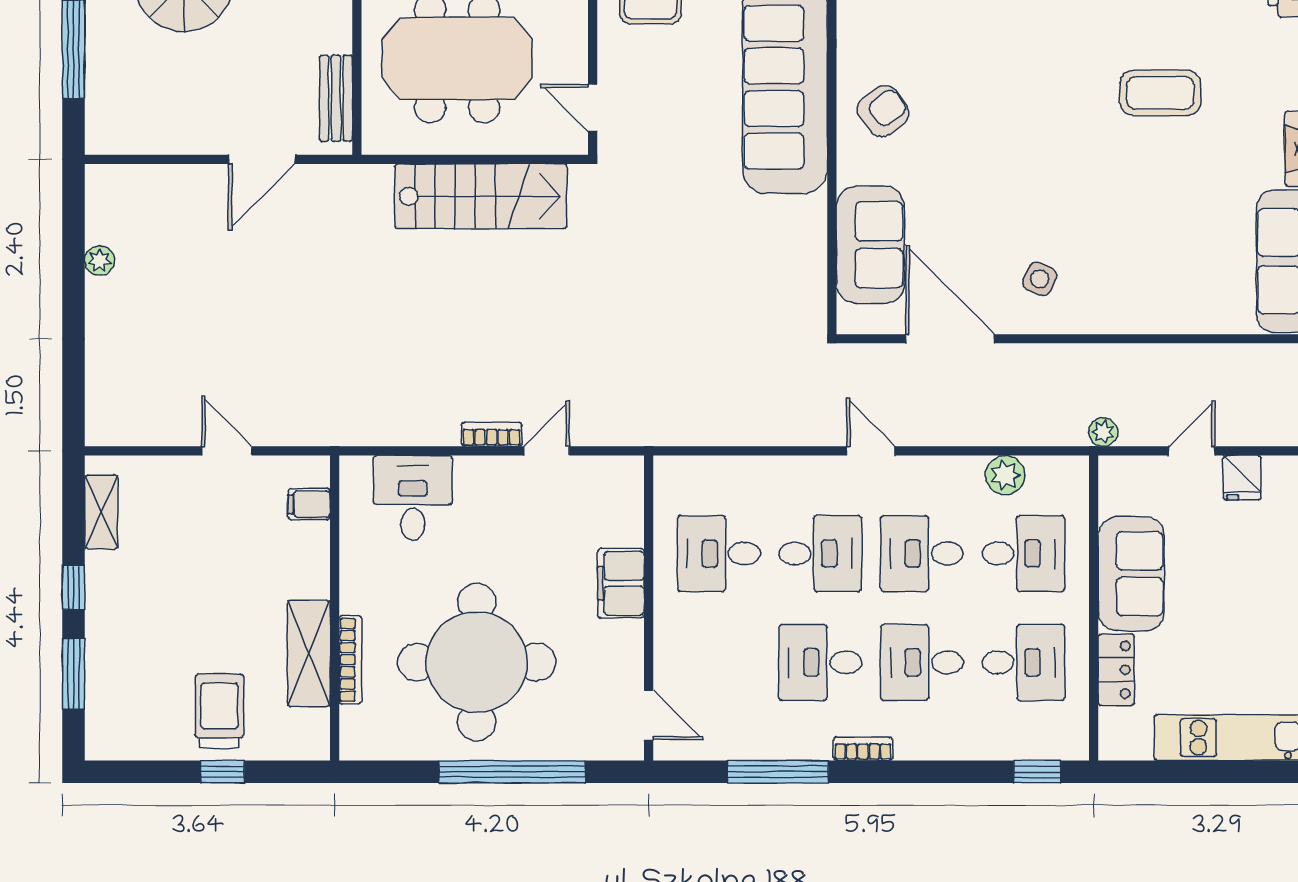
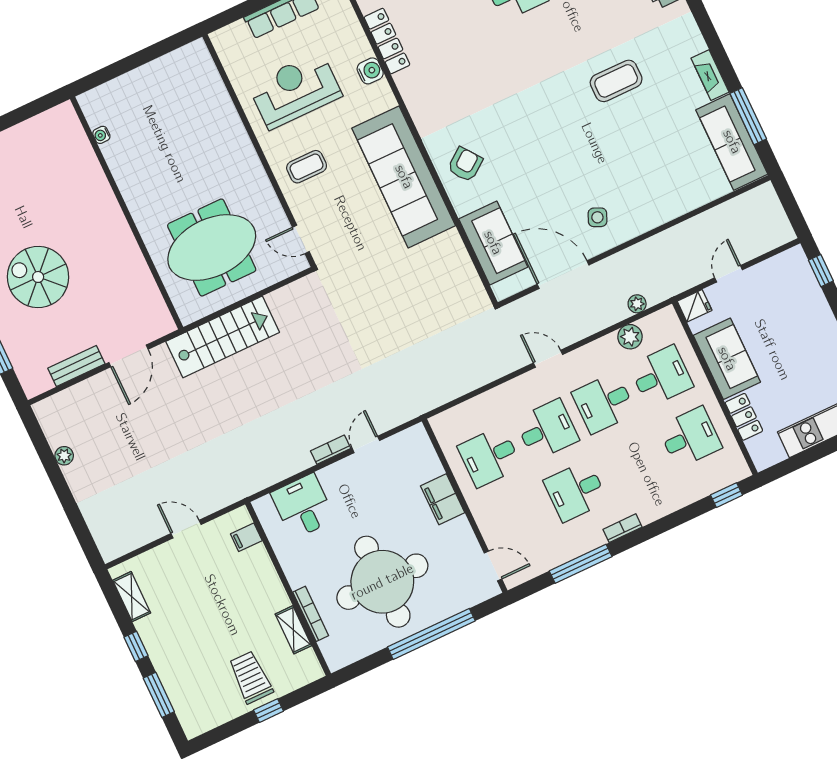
bench: (336, 98) -> (76, 366), moved, turned 90
stairs: (481, 196) -> (223, 337), moved
plant: (1103, 432) -> (637, 304), moved
fridge: (1242, 478) -> (695, 306), moved, turned -90
shelving: (309, 653) -> (293, 630), width x0.67, depth x0.75
desk: (922, 662) -> (633, 464), removed

